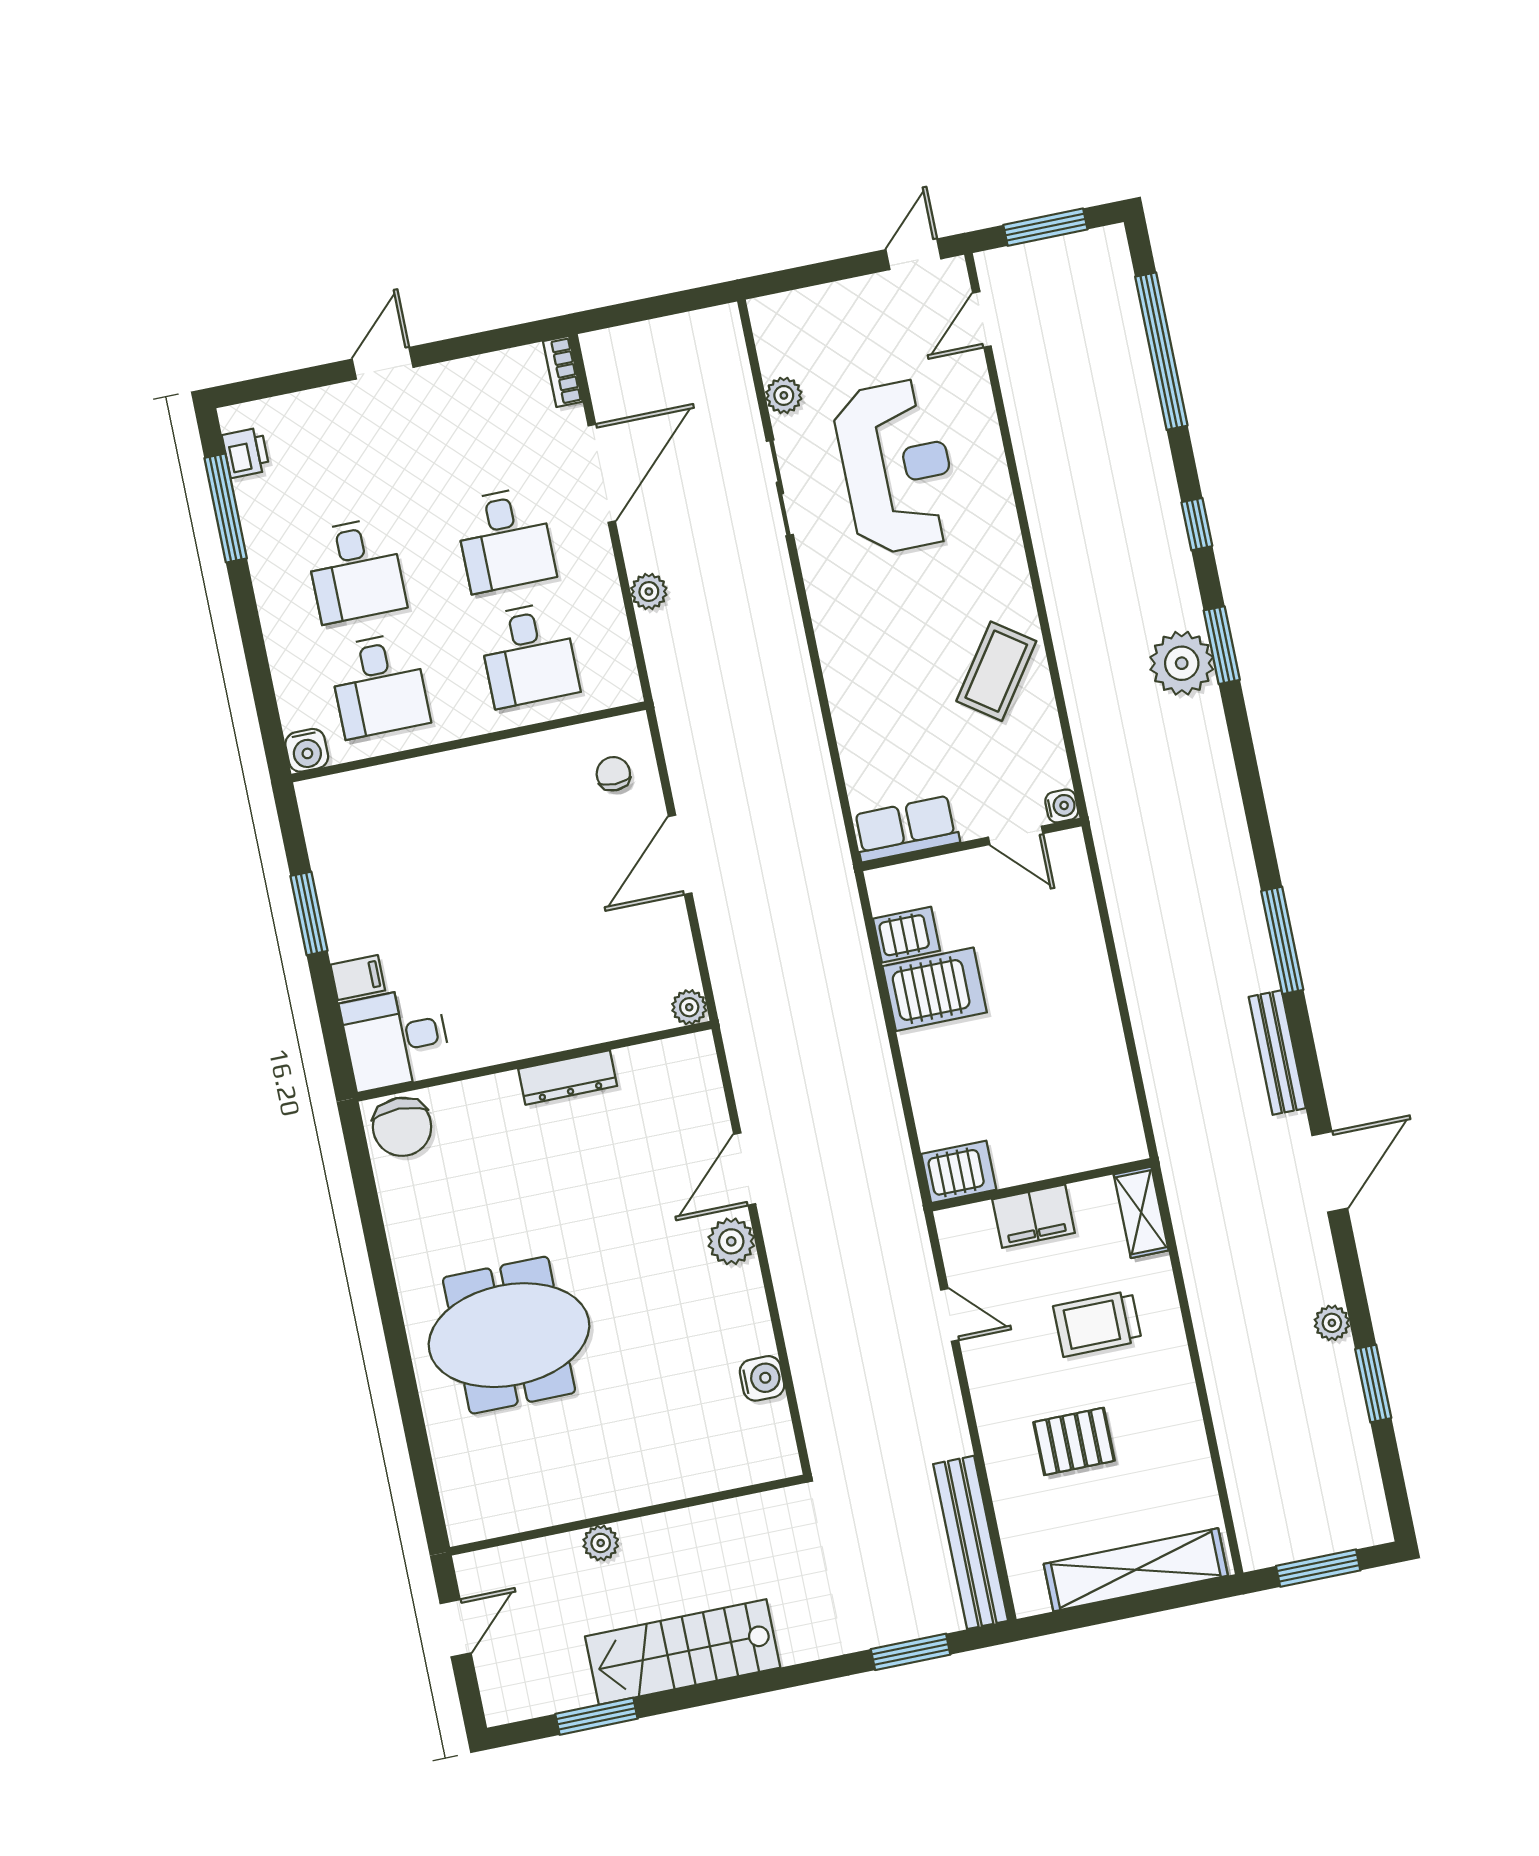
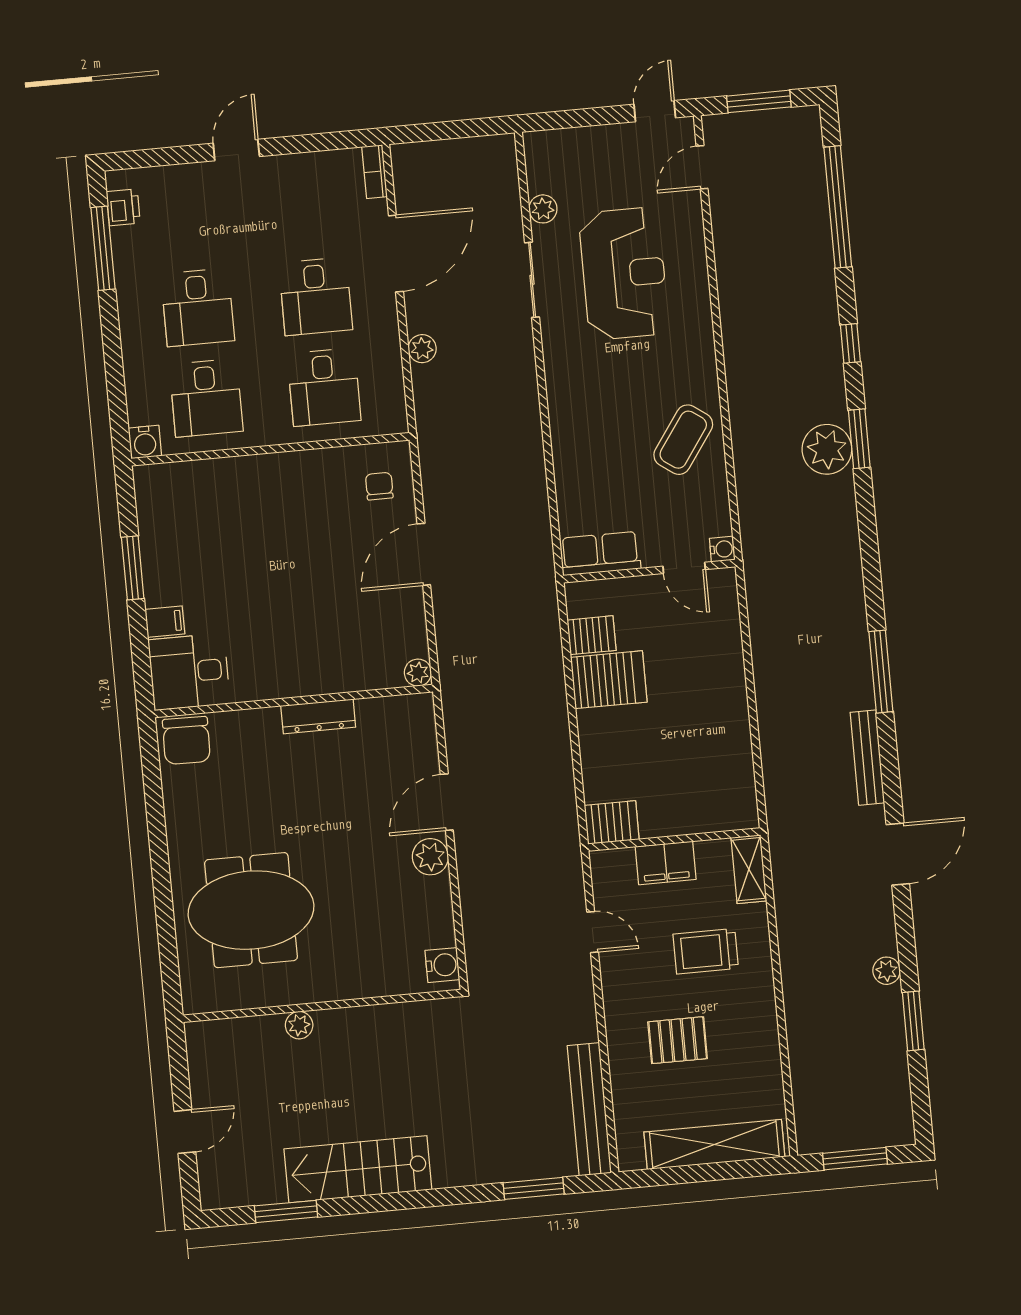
wall: (627, 1515) -> (322, 1006), moved
plant: (601, 1543) -> (299, 1025), moved

